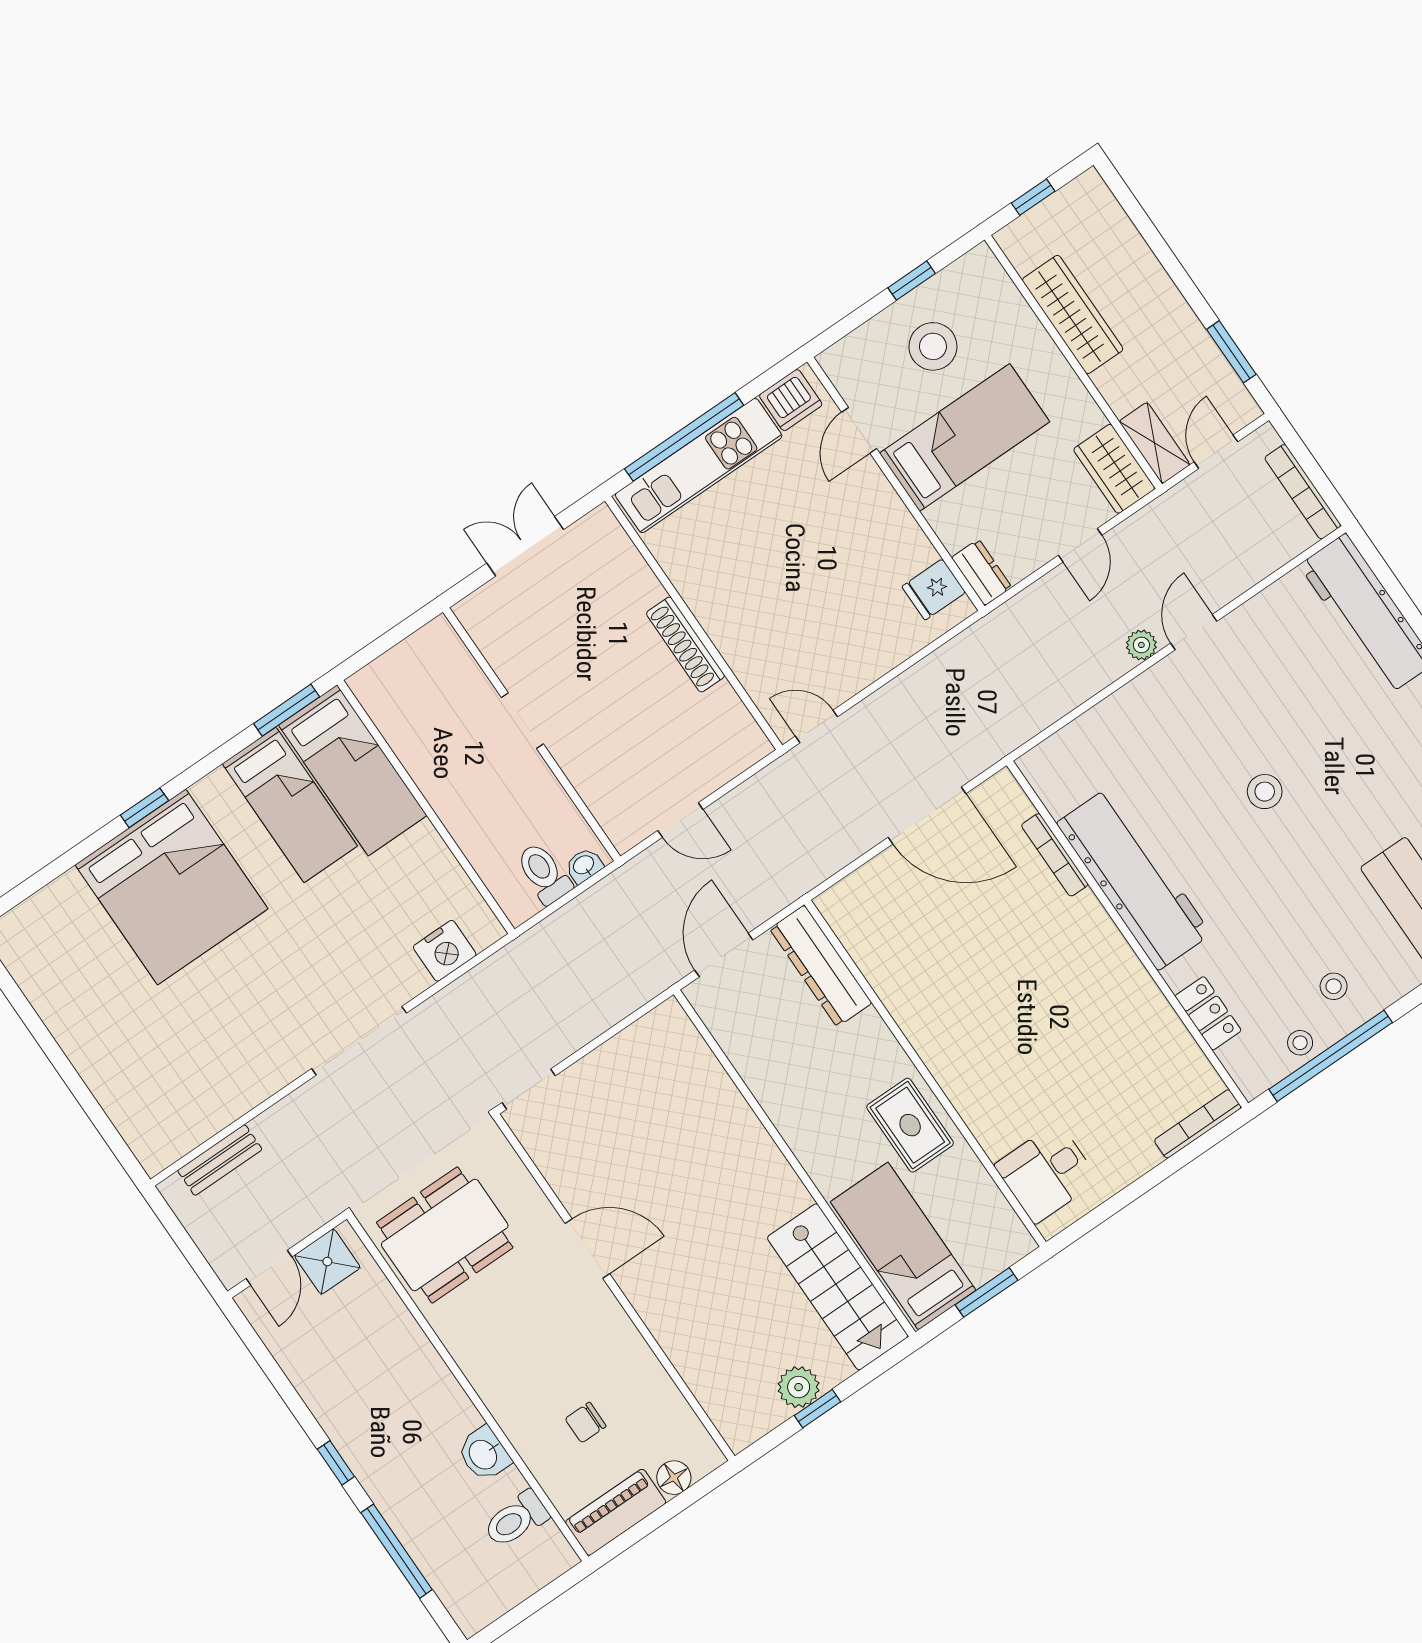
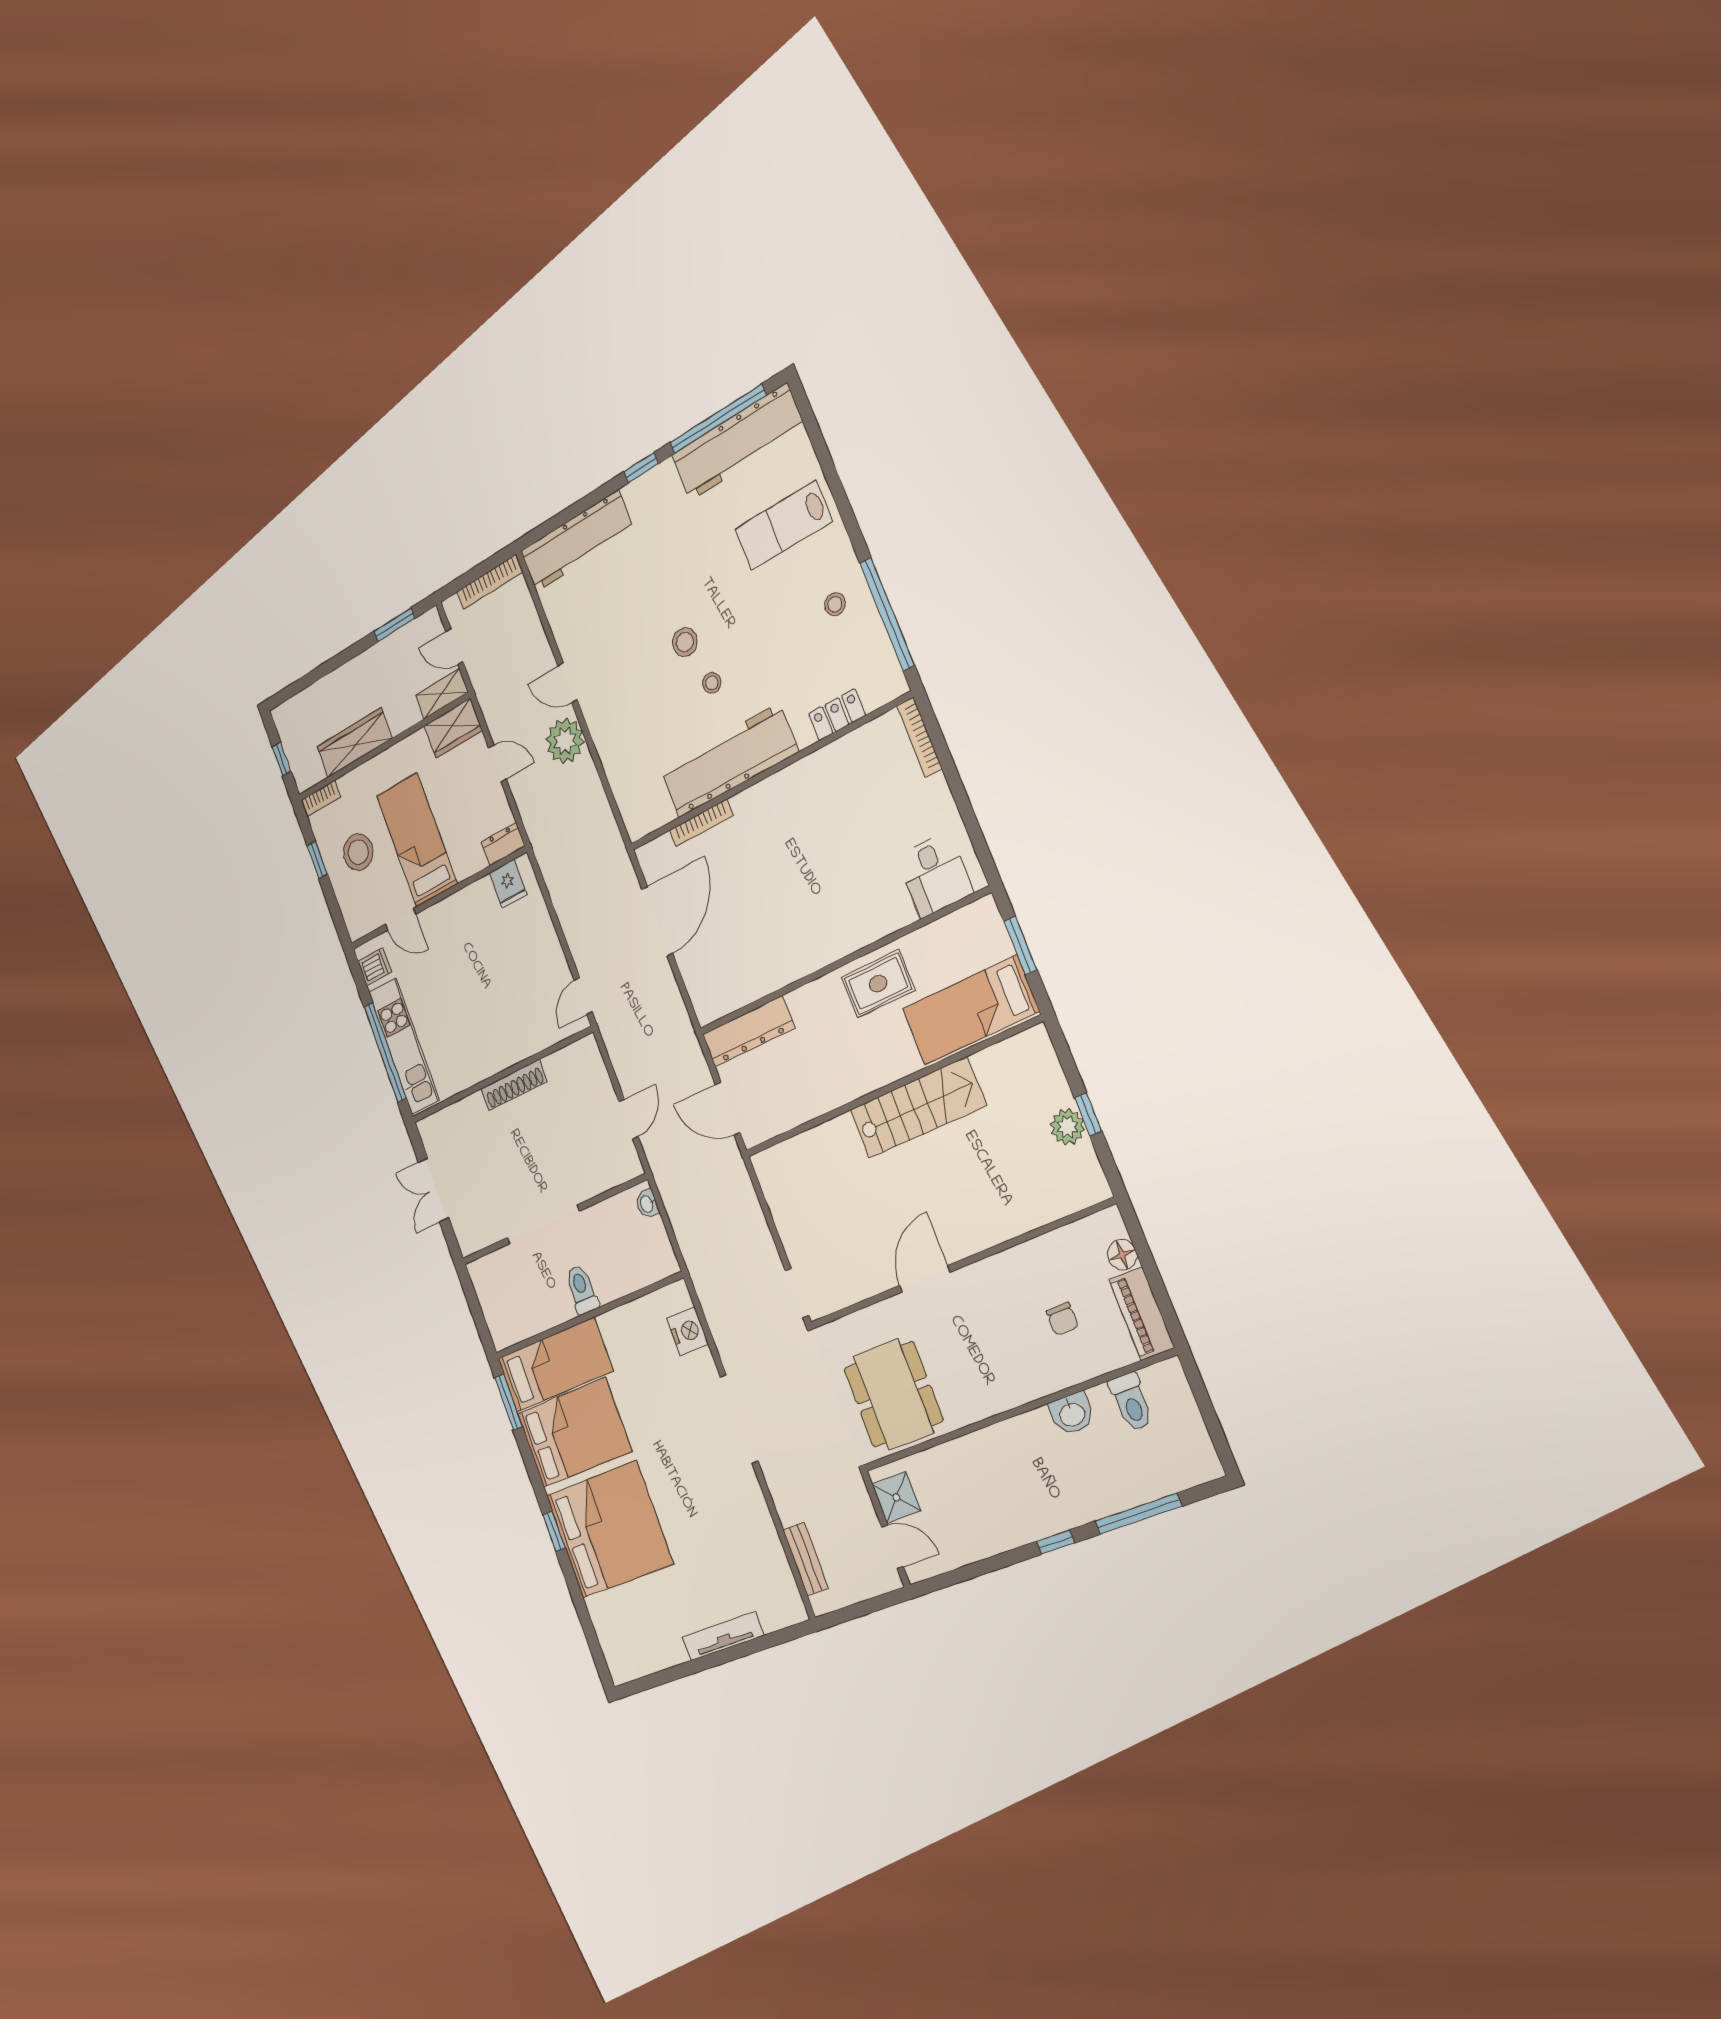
bookcase: (992, 272) -> (321, 799), added
dishwasher: (791, 400) -> (375, 967), width x0.73
plant: (1141, 645) -> (565, 741), width x1.88, depth x1.88
doorway: (522, 721) -> (543, 1224), width x1.88
bed: (290, 805) -> (574, 1432), width x1.50
toilet: (544, 873) -> (582, 1290), moved, turned 90
stool: (1300, 1043) -> (712, 683), moved
tv unit: (93, 1069) -> (723, 1636), added
stairs: (838, 1287) -> (918, 1108), moved

